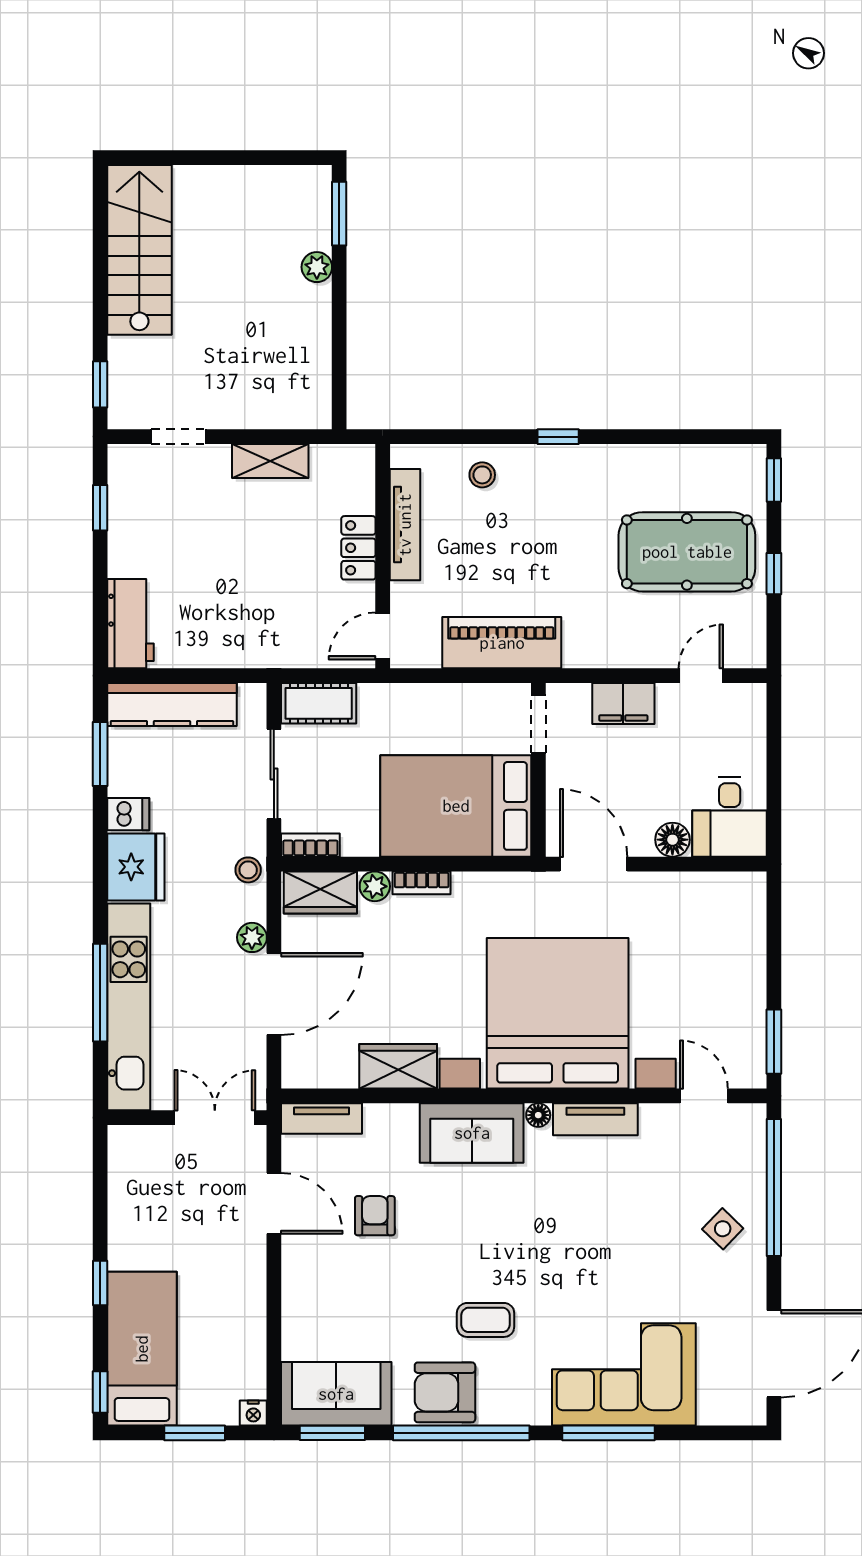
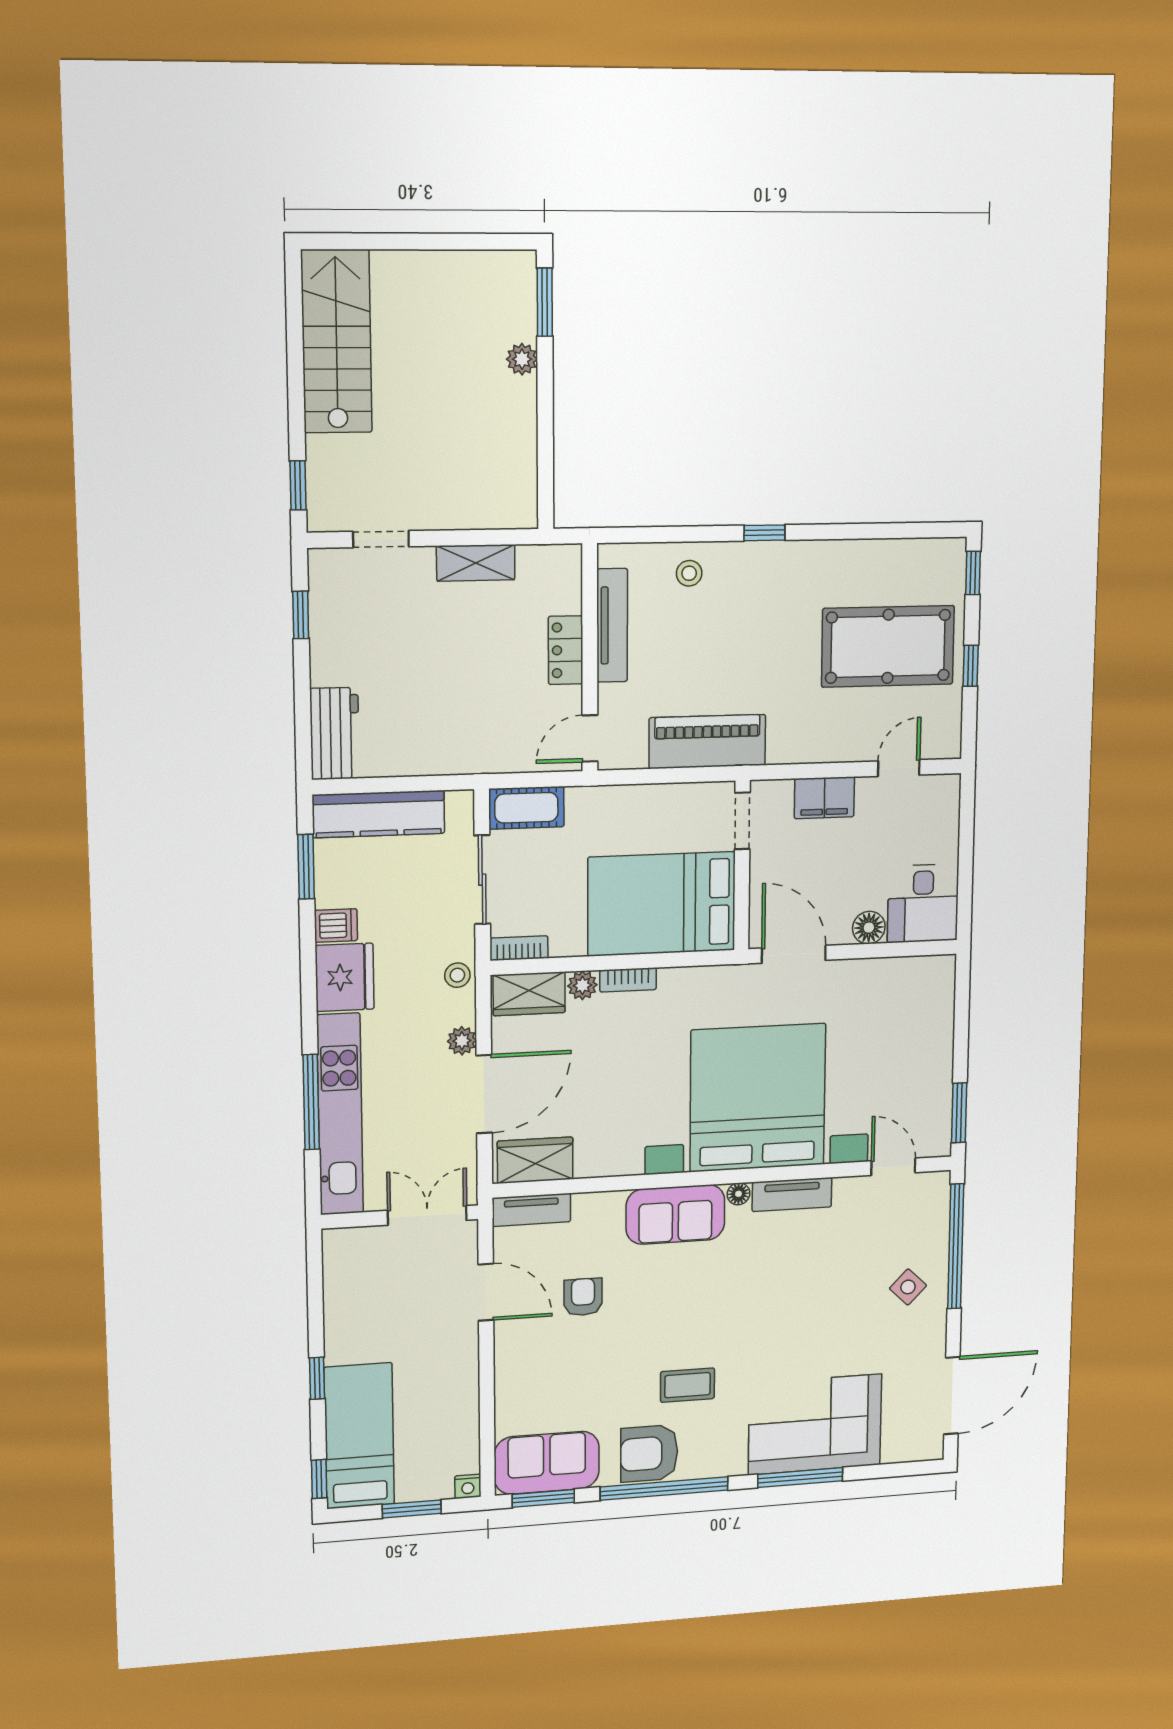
wardrobe: (398, 1066) -> (535, 1160), moved

